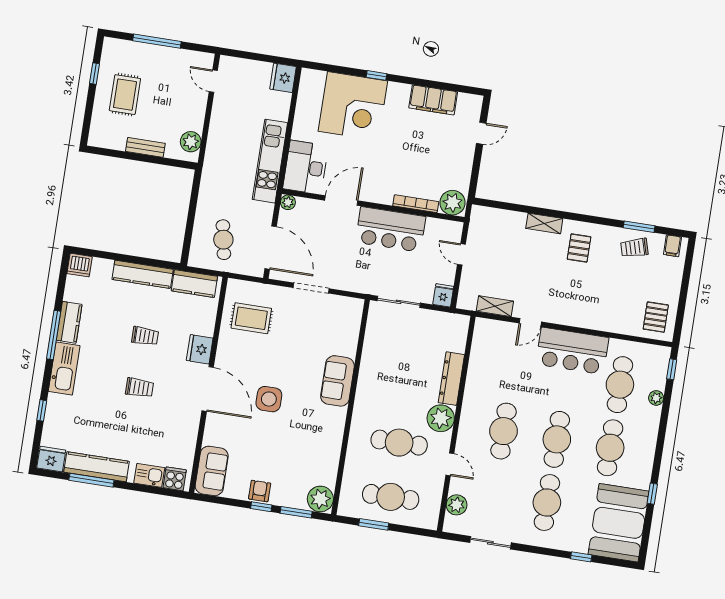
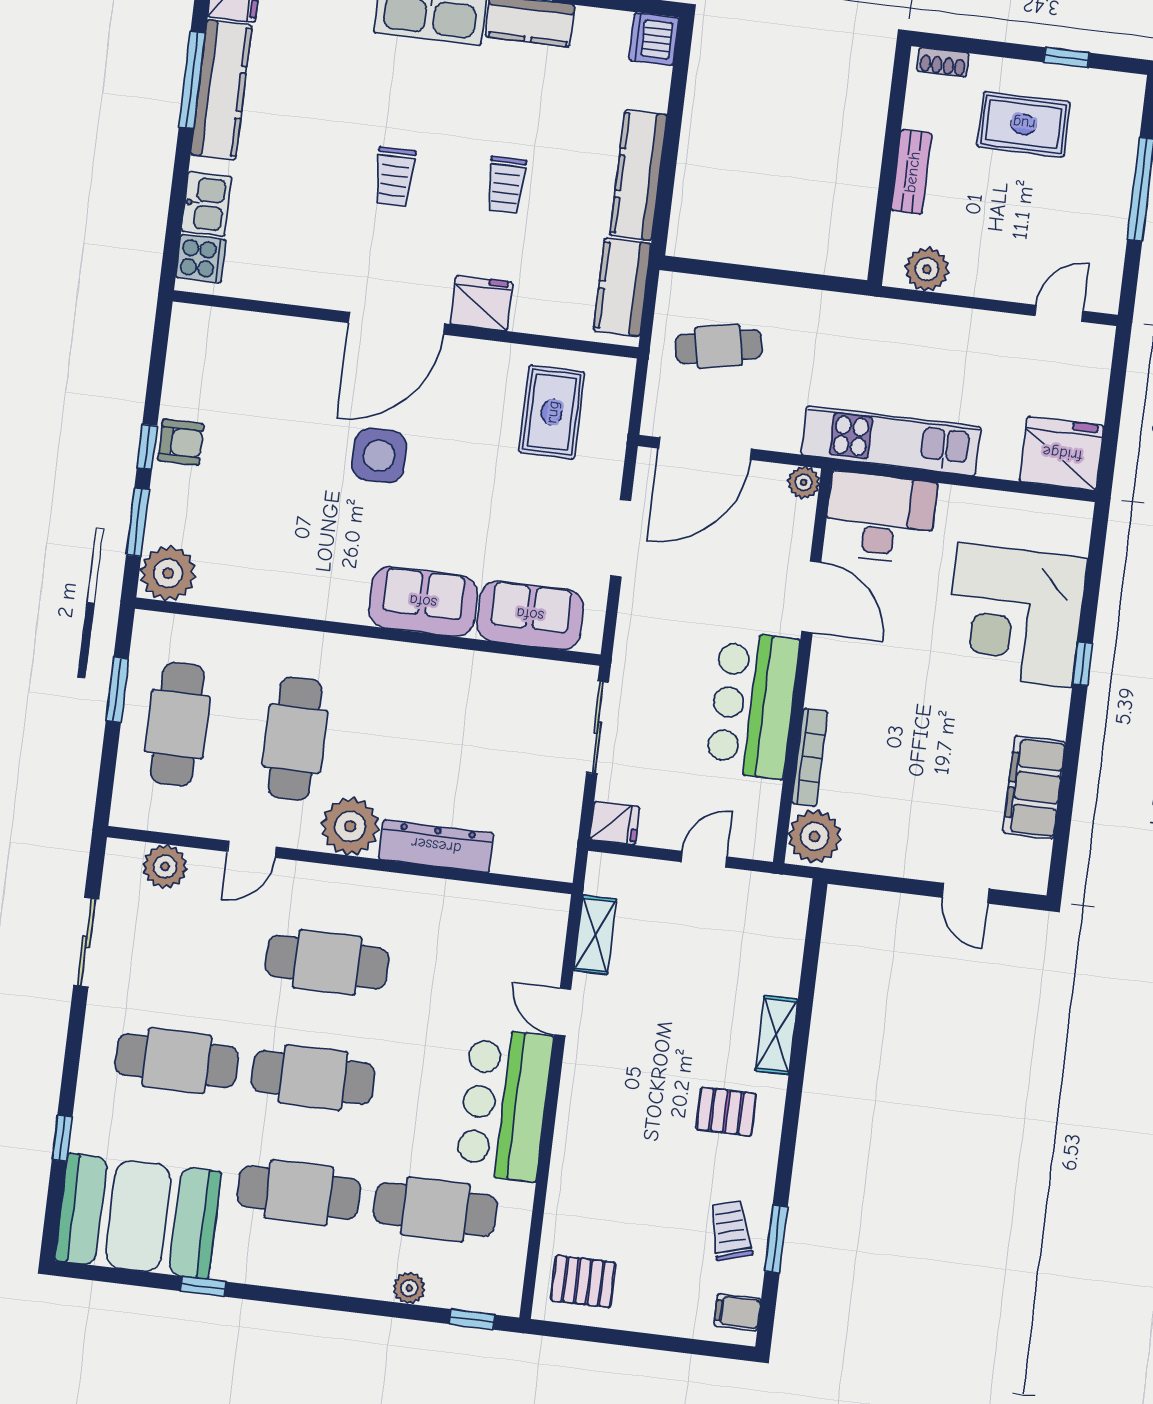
fridge: (283, 78) -> (1062, 454), width x1.36, depth x1.34
shoe rack: (95, 131) -> (943, 62), added
sofa: (212, 471) -> (530, 615), moved, turned 180

